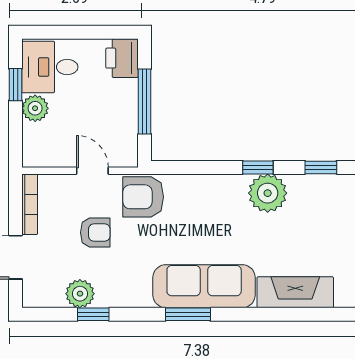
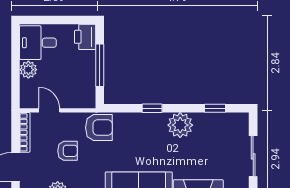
window: (15, 85) -> (15, 54), removed
window: (258, 167) -> (152, 108), moved
door: (92, 171) -> (49, 110), moved
armchair: (143, 197) -> (99, 128), turned 180

